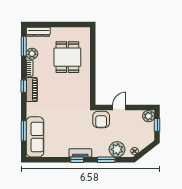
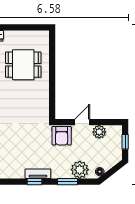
dining table: (67, 57) -> (23, 65), turned 90
plant: (149, 116) -> (99, 132), moved

